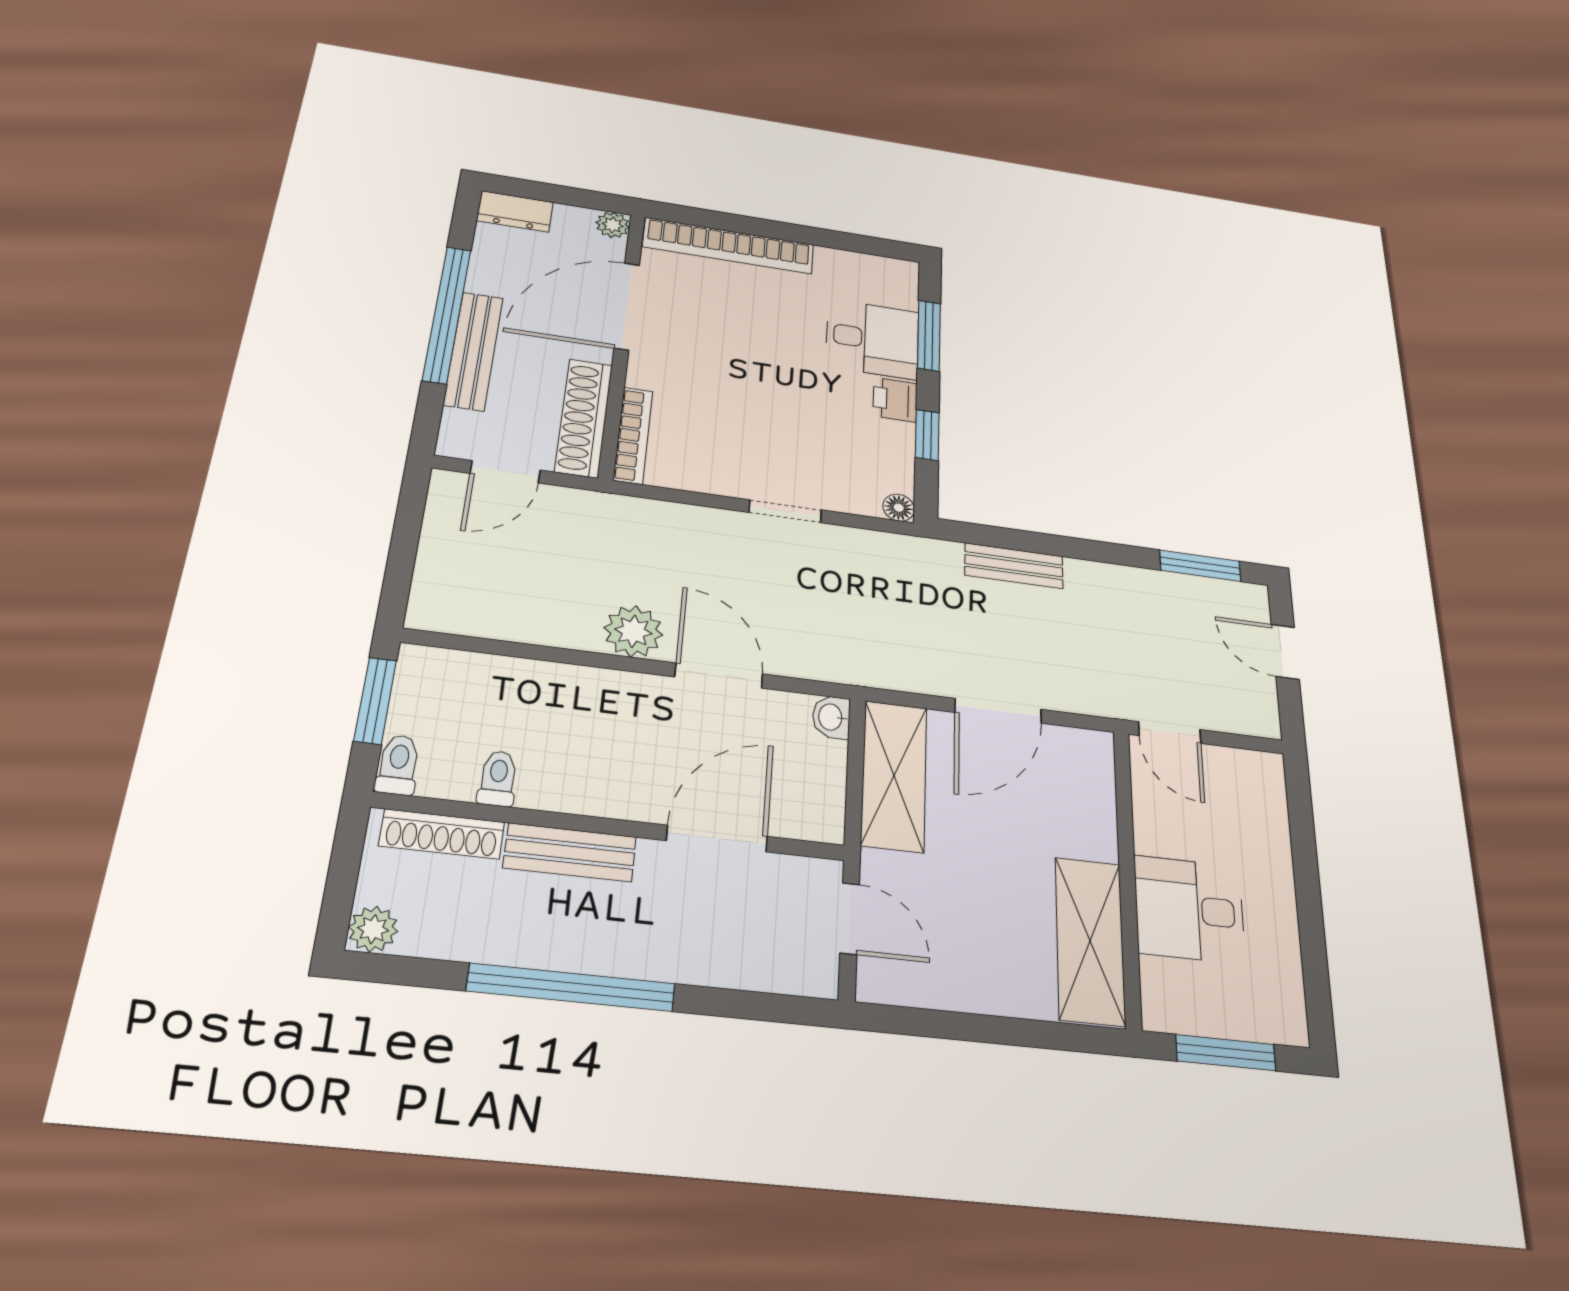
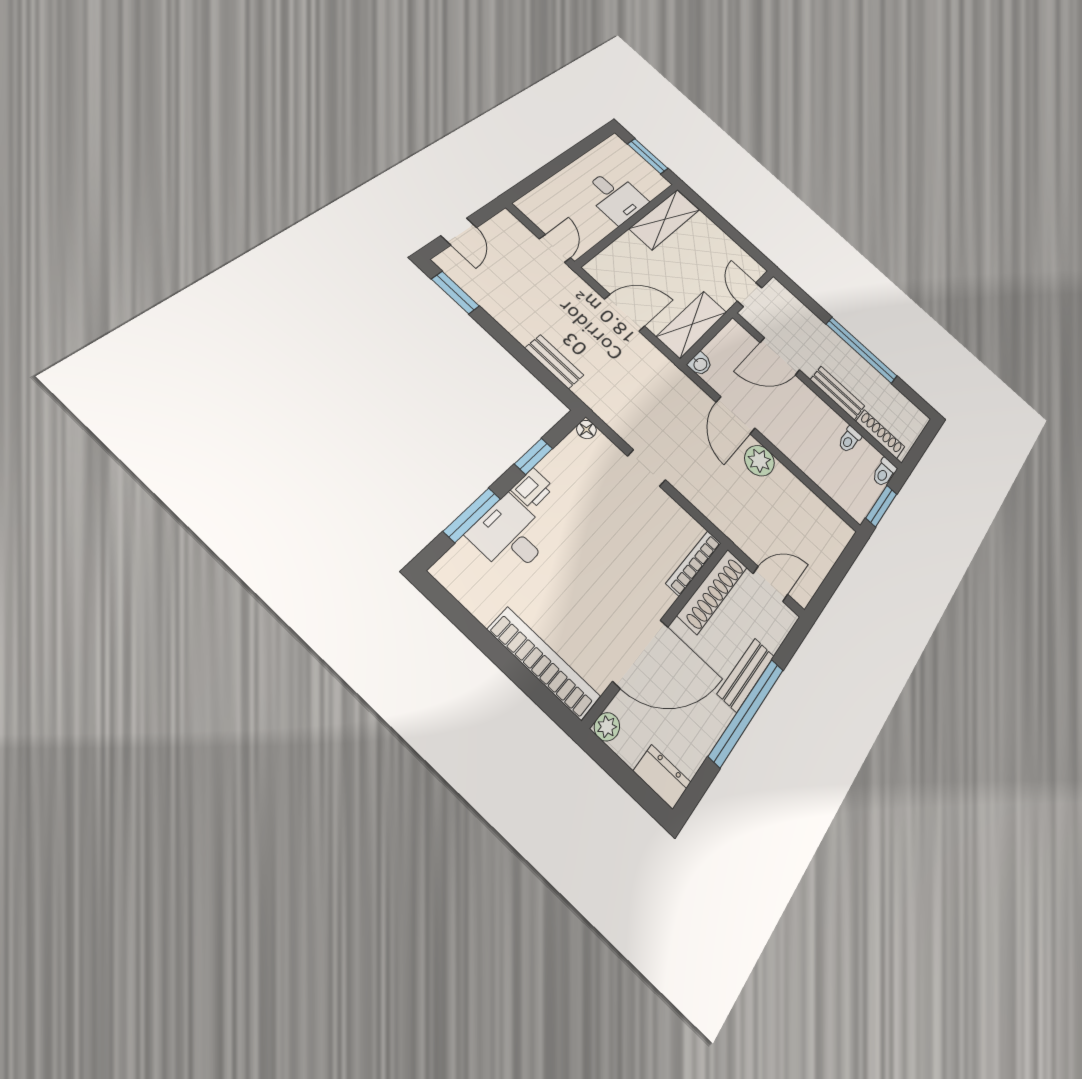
bench: (473, 351) -> (746, 675), width x0.73
plant: (373, 929) -> (918, 419), removed

